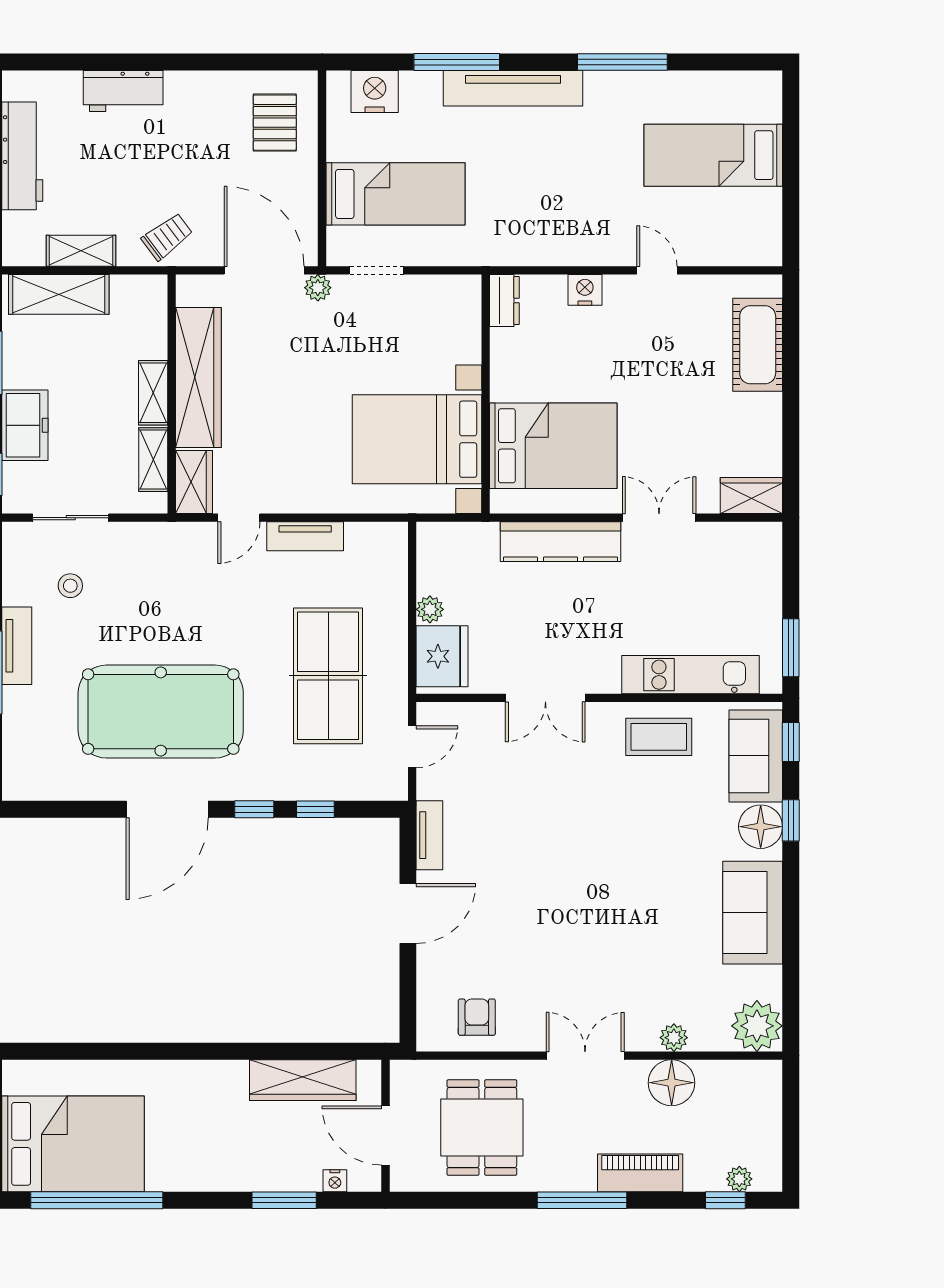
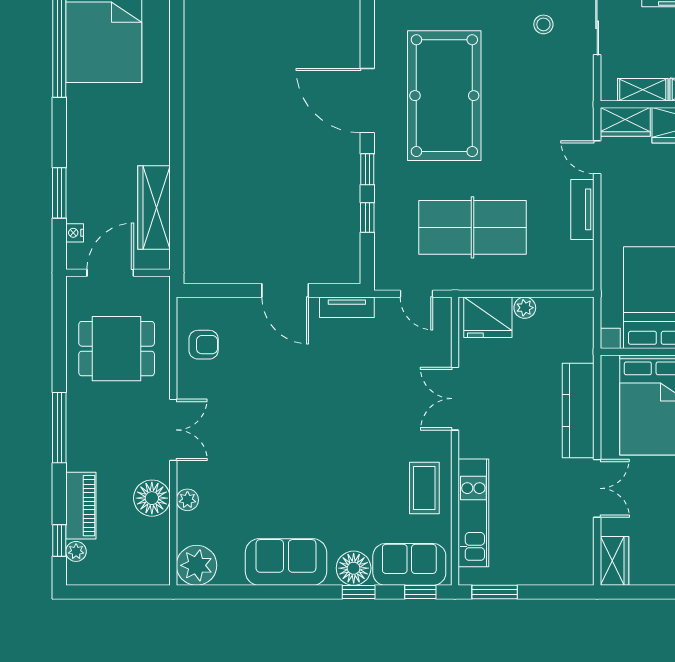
piano: (640, 1173) -> (81, 506), moved

